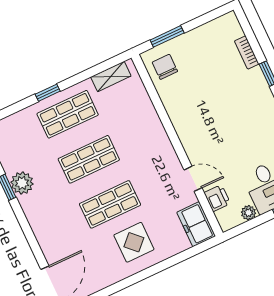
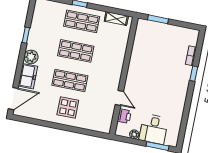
chair: (165, 67) -> (146, 33), removed
plant: (22, 183) -> (31, 57), moved
freezer: (196, 224) -> (28, 76), moved, turned 180

